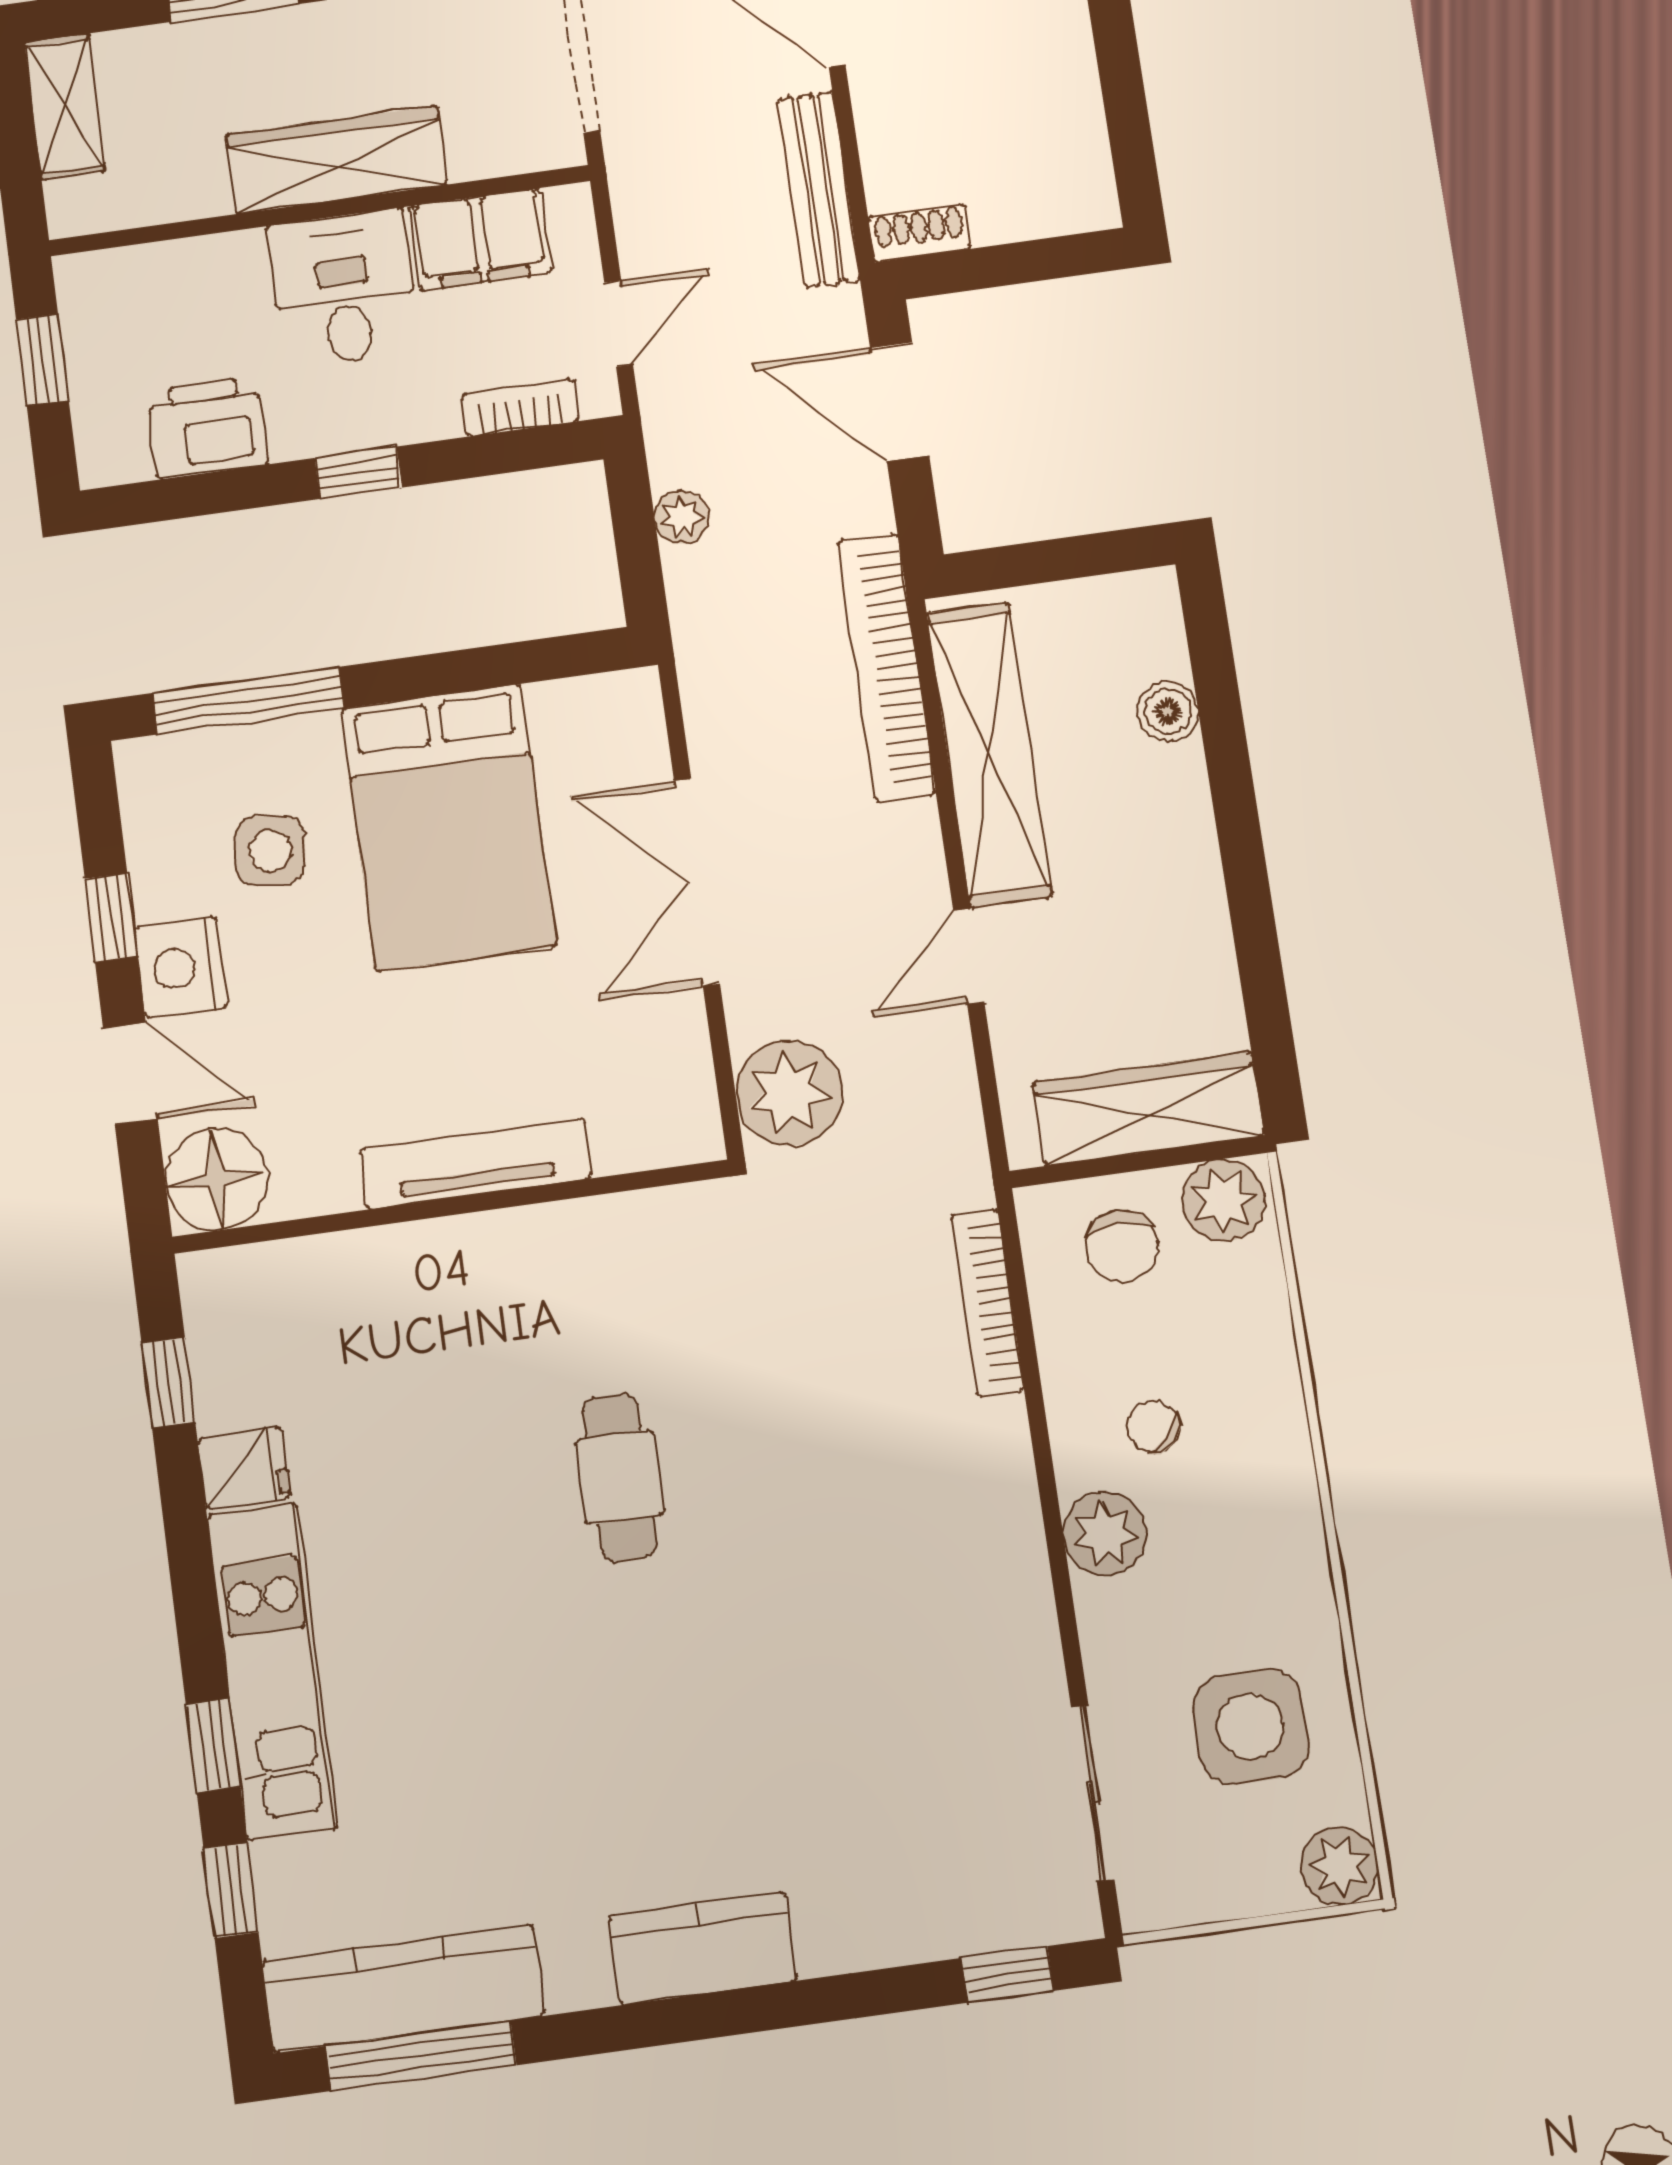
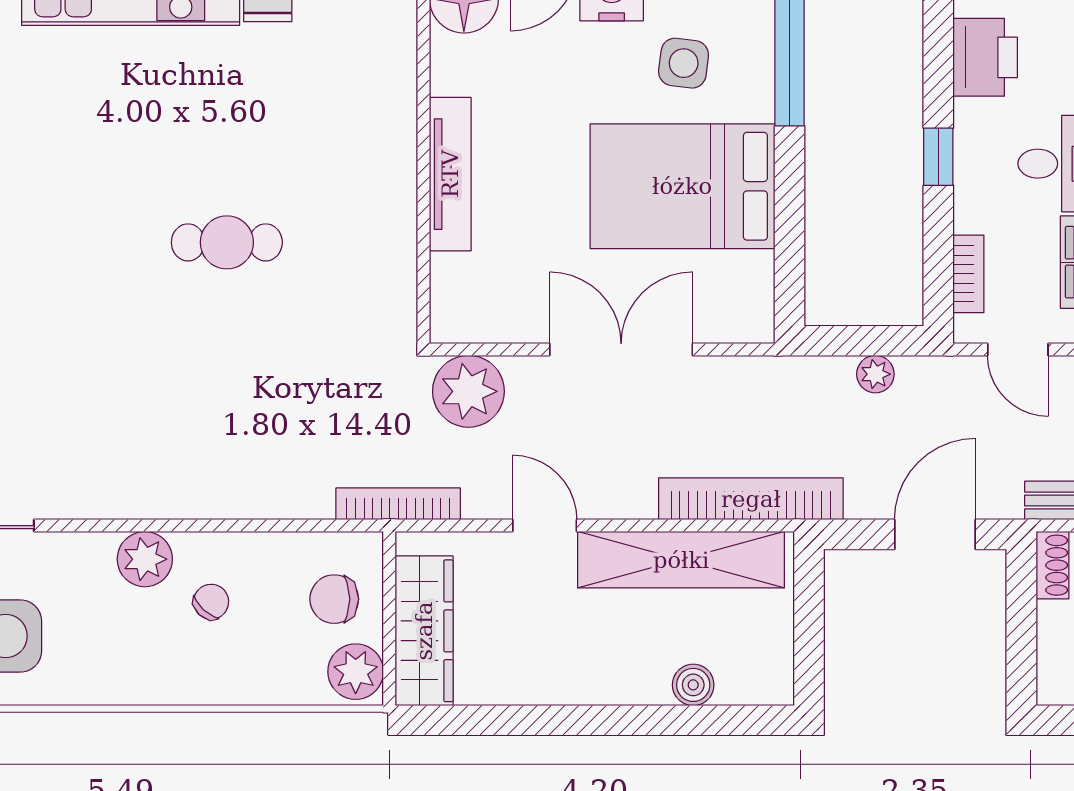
bookcase: (987, 1303) -> (398, 504), moved

